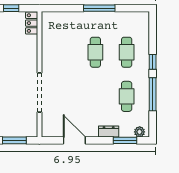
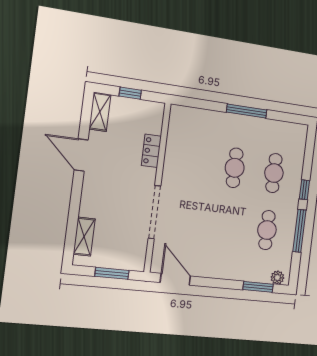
locker: (32, 23) -> (151, 151), moved
dresser: (109, 132) -> (239, 273), removed
door: (74, 140) -> (175, 279), moved

